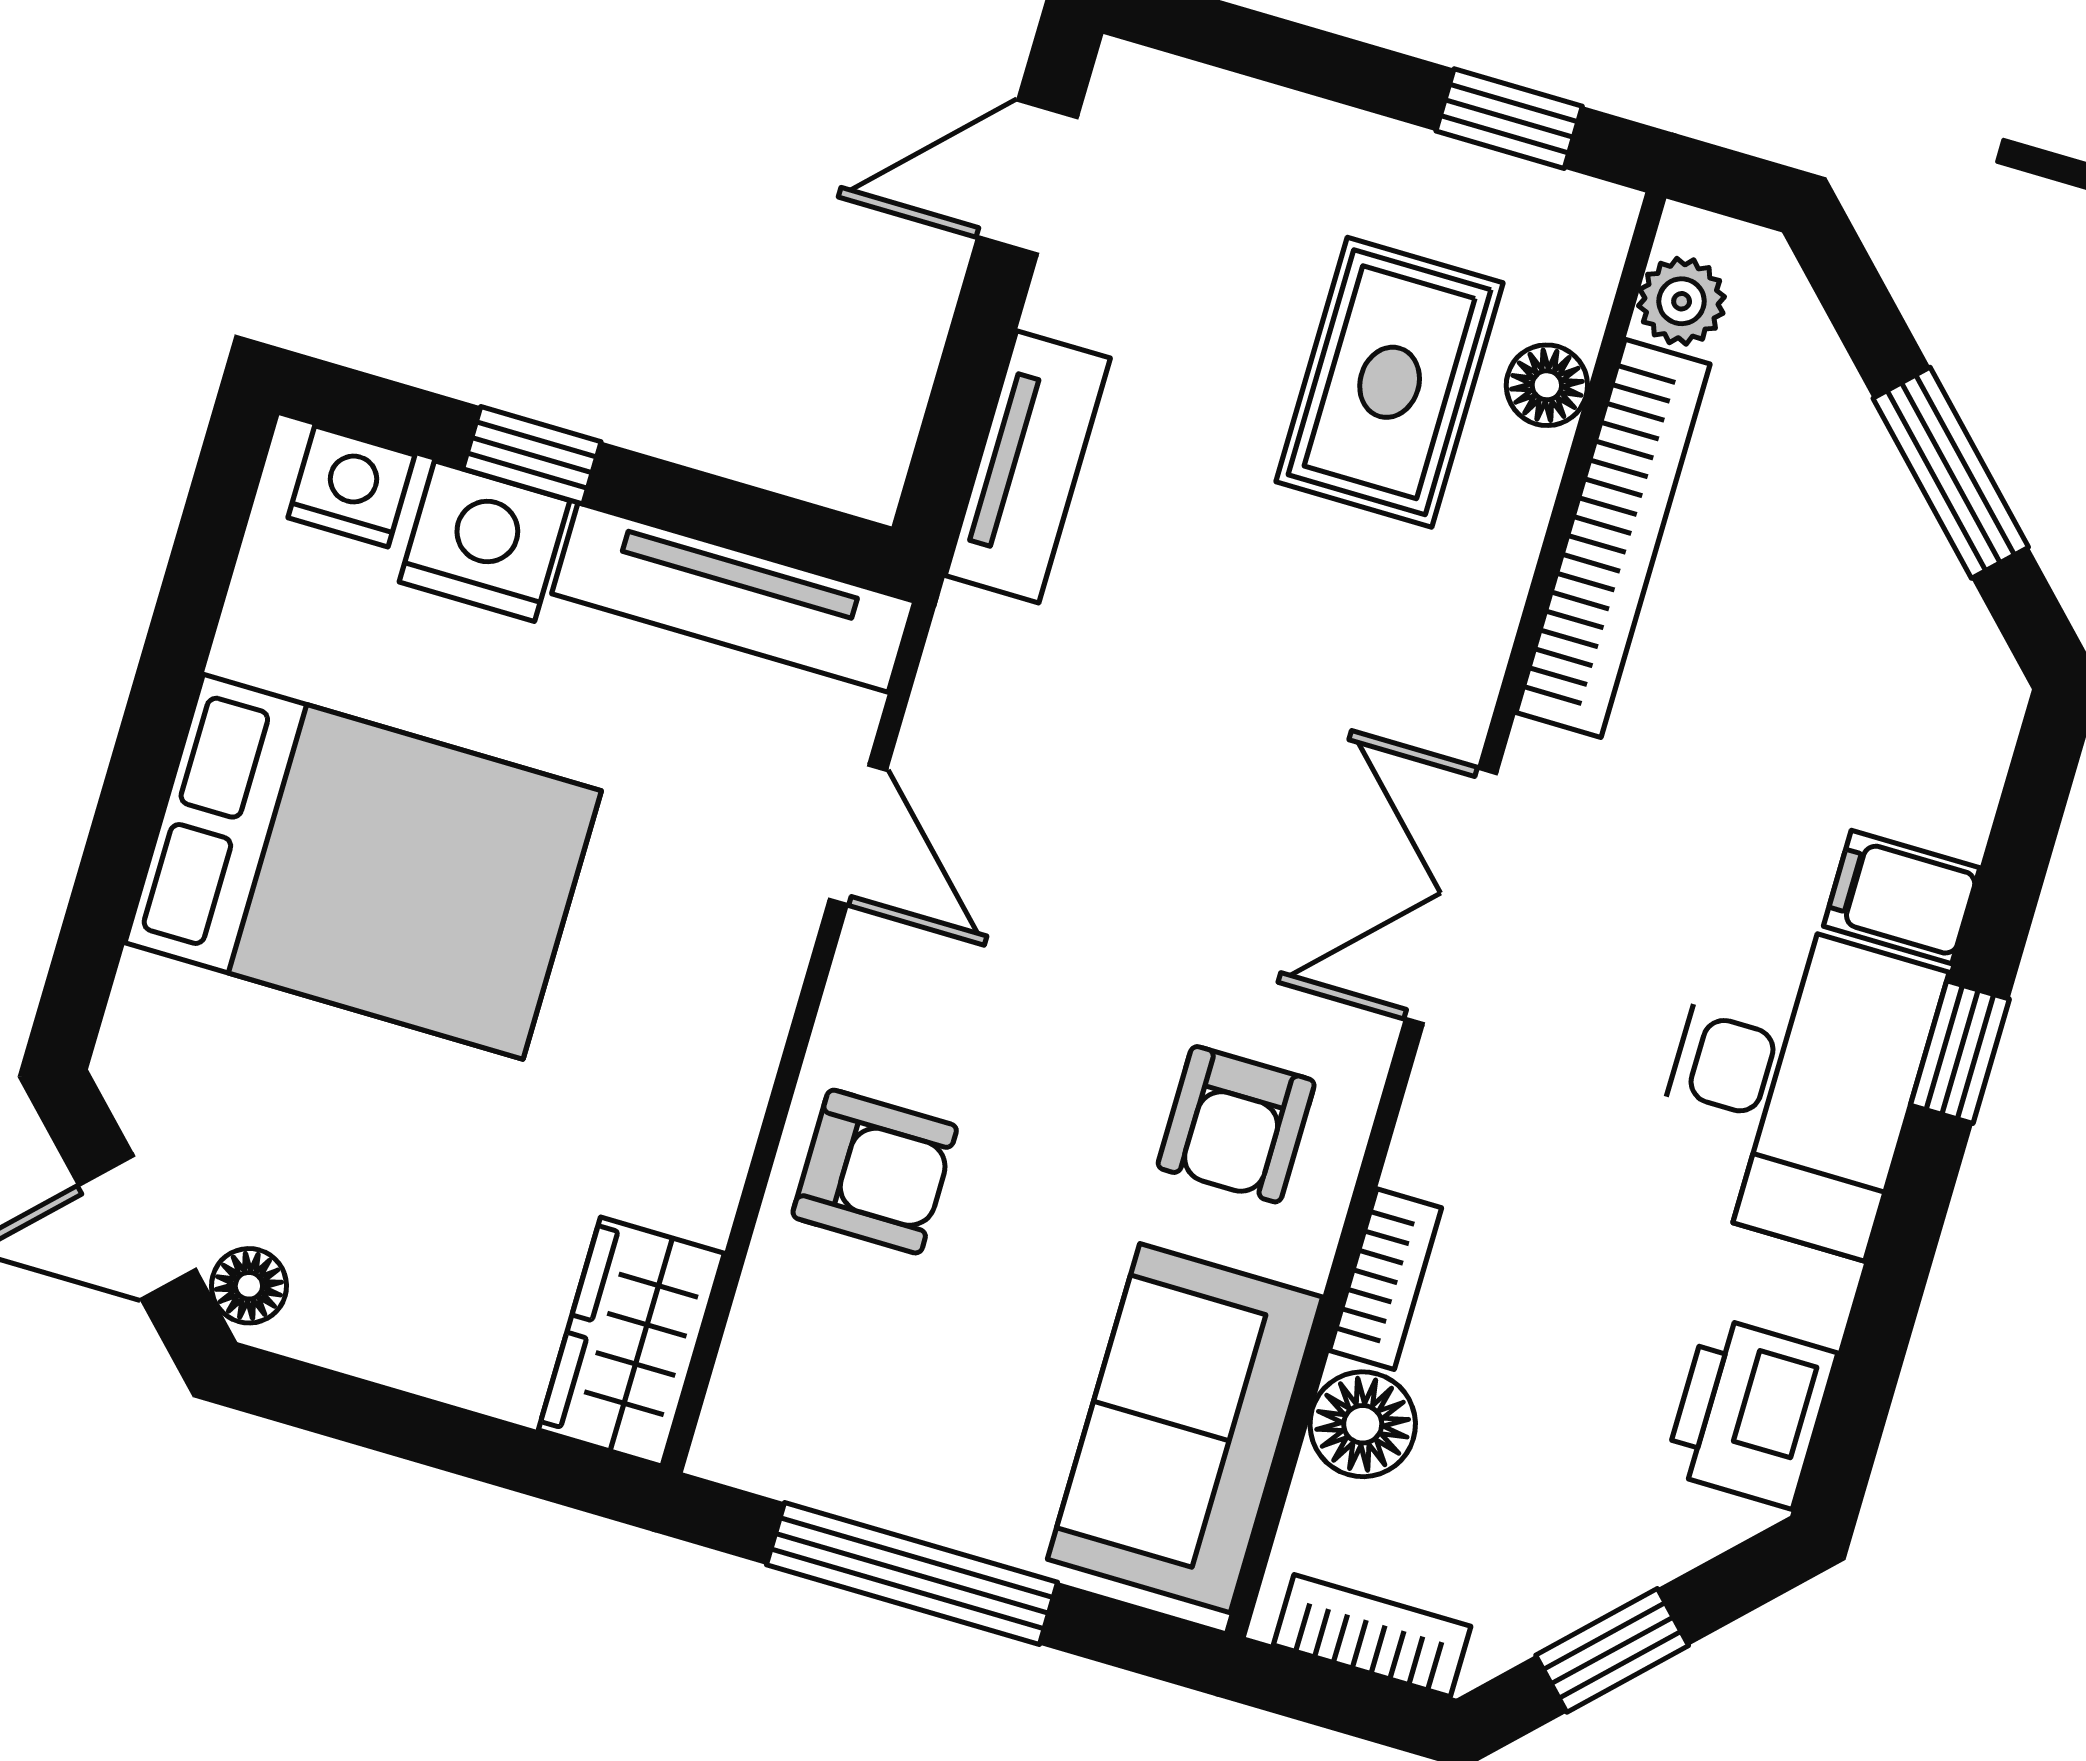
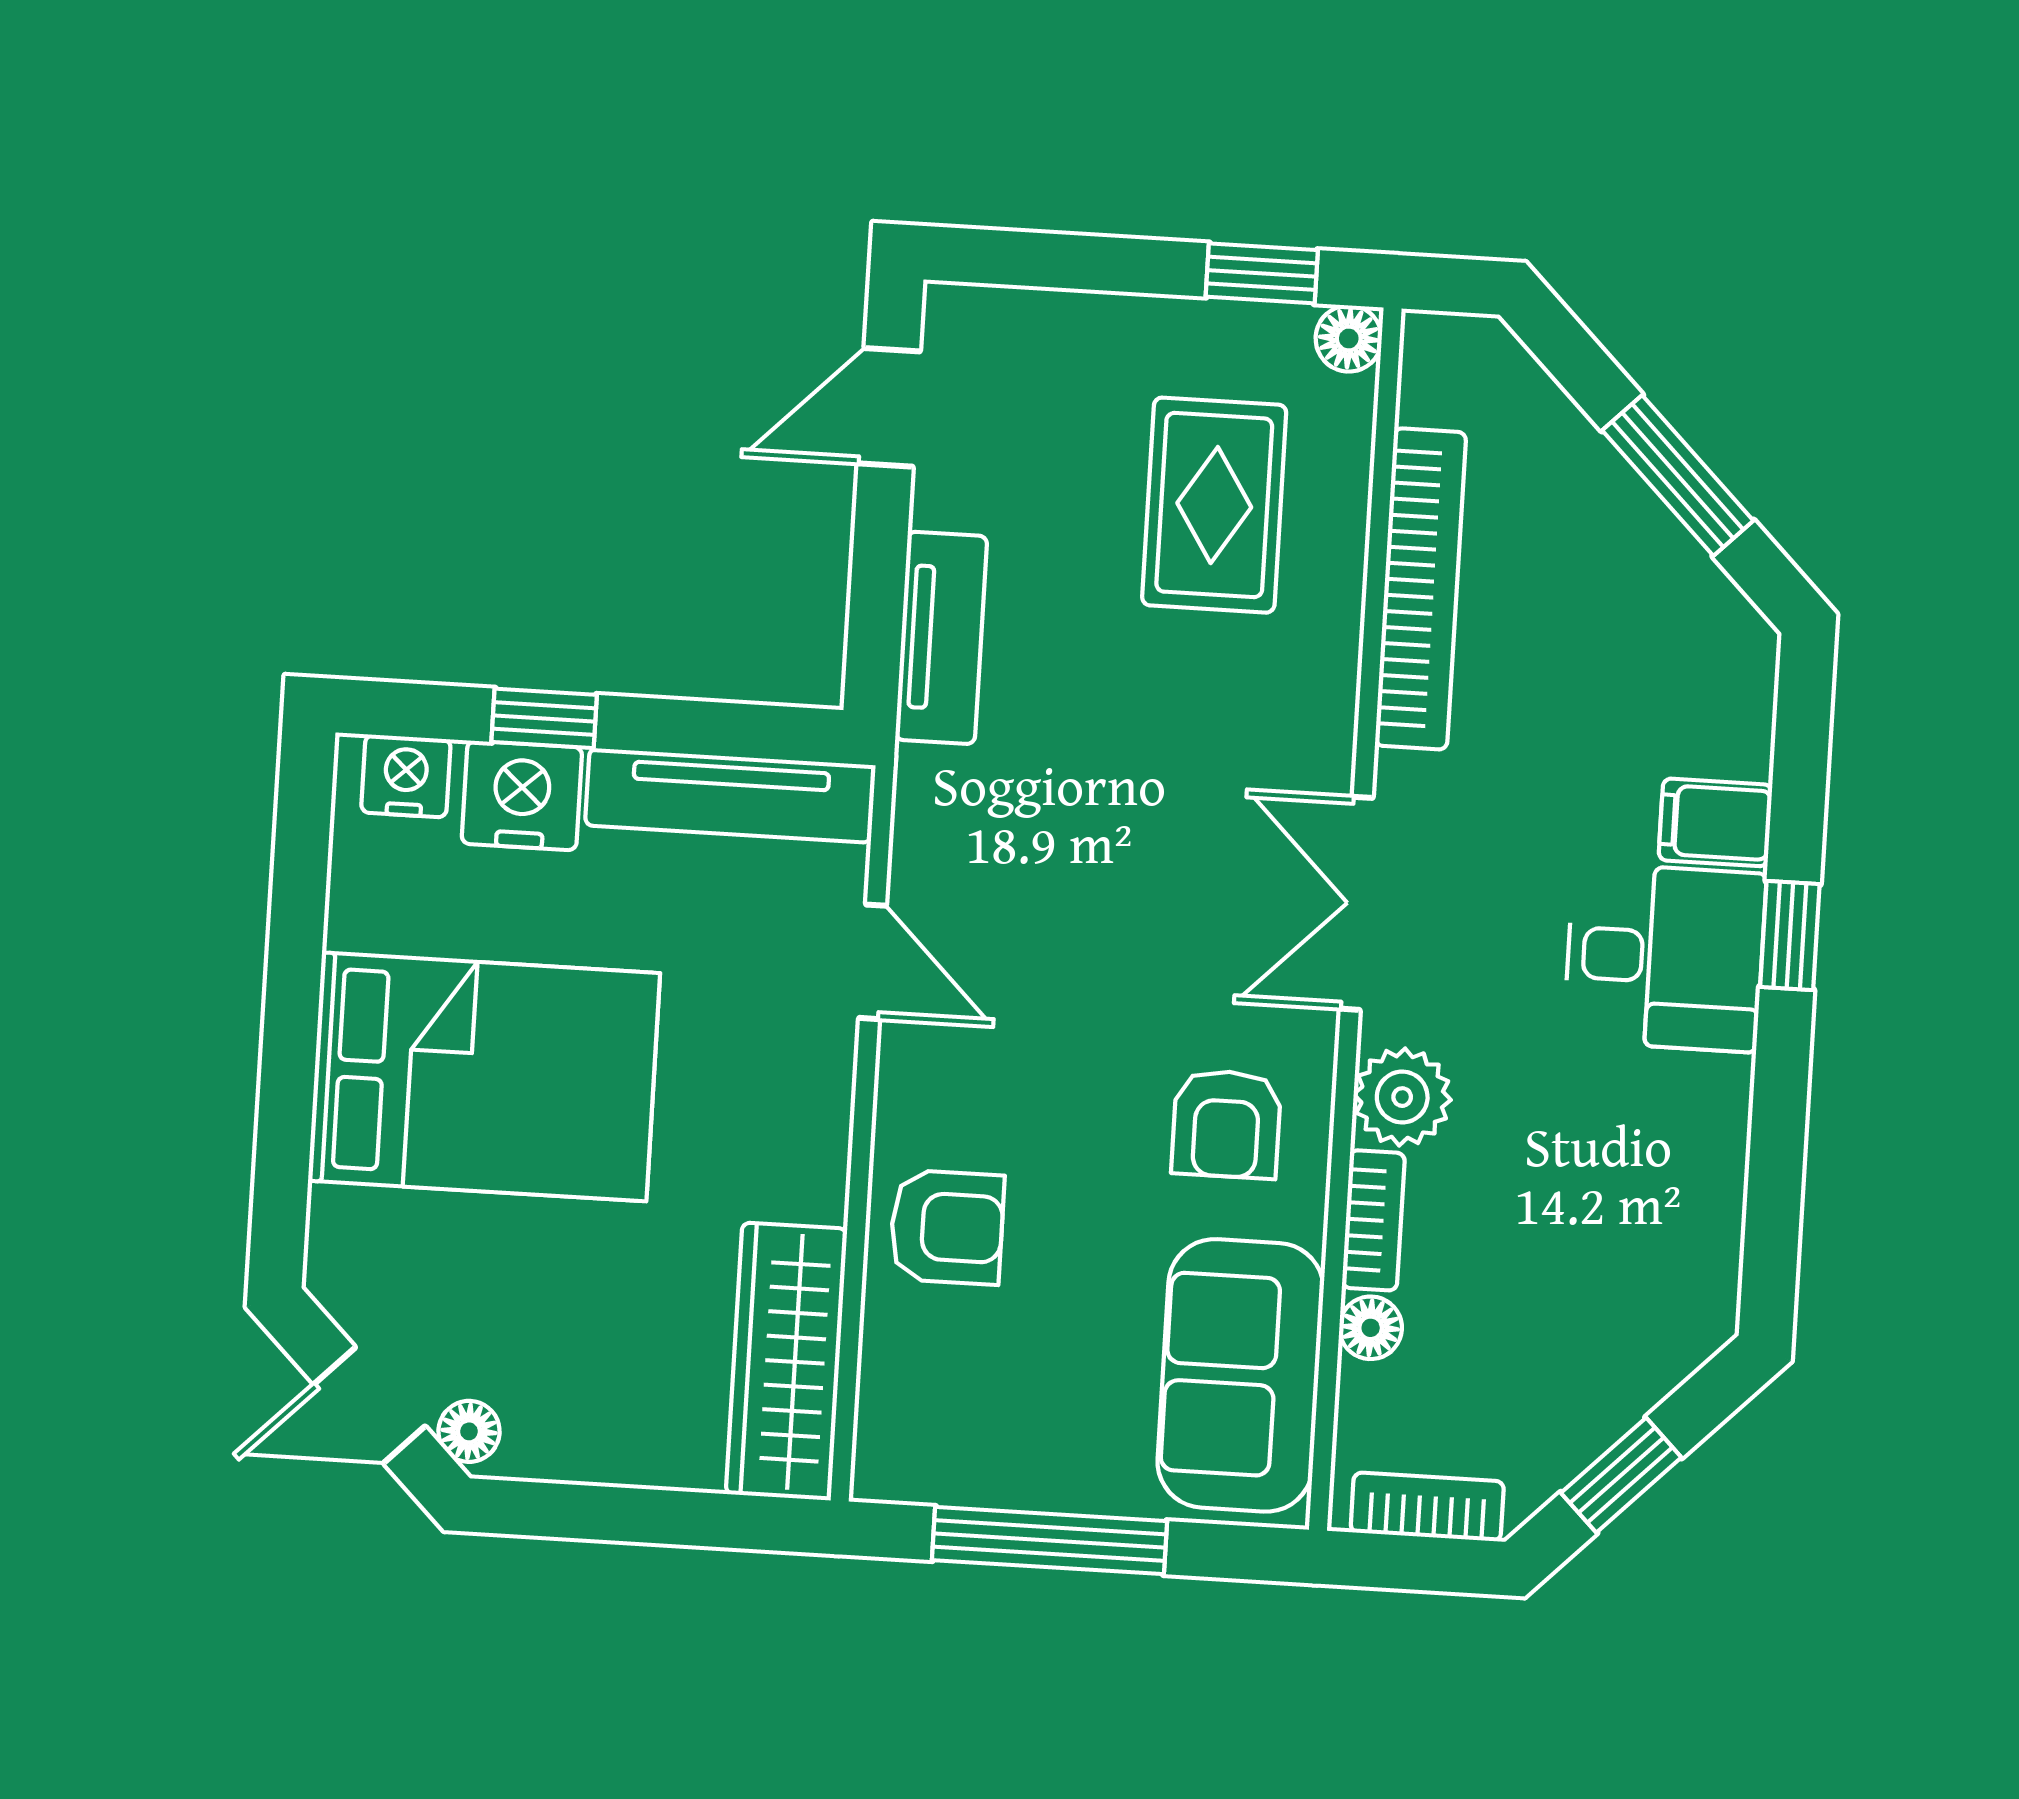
plant: (1682, 301) -> (1402, 1097), moved, width x1.38, depth x1.38
floor lamp: (1547, 385) -> (1349, 338), moved
desk: (1793, 1084) -> (1665, 957), width x0.73
wardrobe: (631, 1342) -> (787, 1361), width x1.50
printer: (1750, 1412) -> (1688, 1260), removed
floor lamp: (1363, 1424) -> (1371, 1328), width x0.73, depth x0.73

